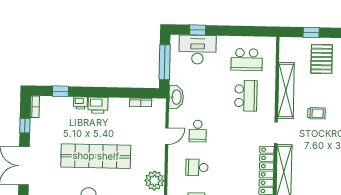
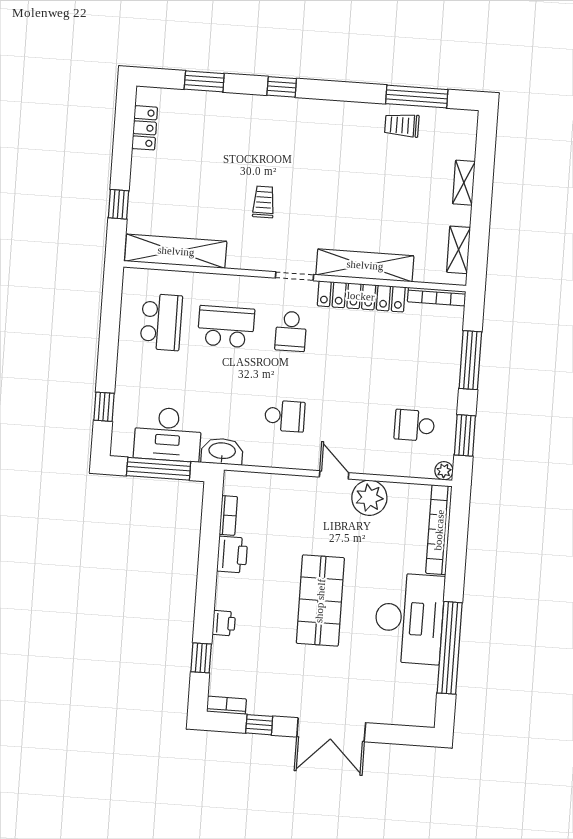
desk: (198, 50) -> (168, 434), moved, turned -90
pallet: (322, 59) -> (167, 188), removed
shelving: (286, 91) -> (176, 251), moved
printer: (98, 105) -> (232, 555), moved
door: (167, 136) -> (334, 475), moved
shop shelf: (96, 156) -> (320, 601), width x0.71
school desk: (197, 167) -> (291, 331), moved

